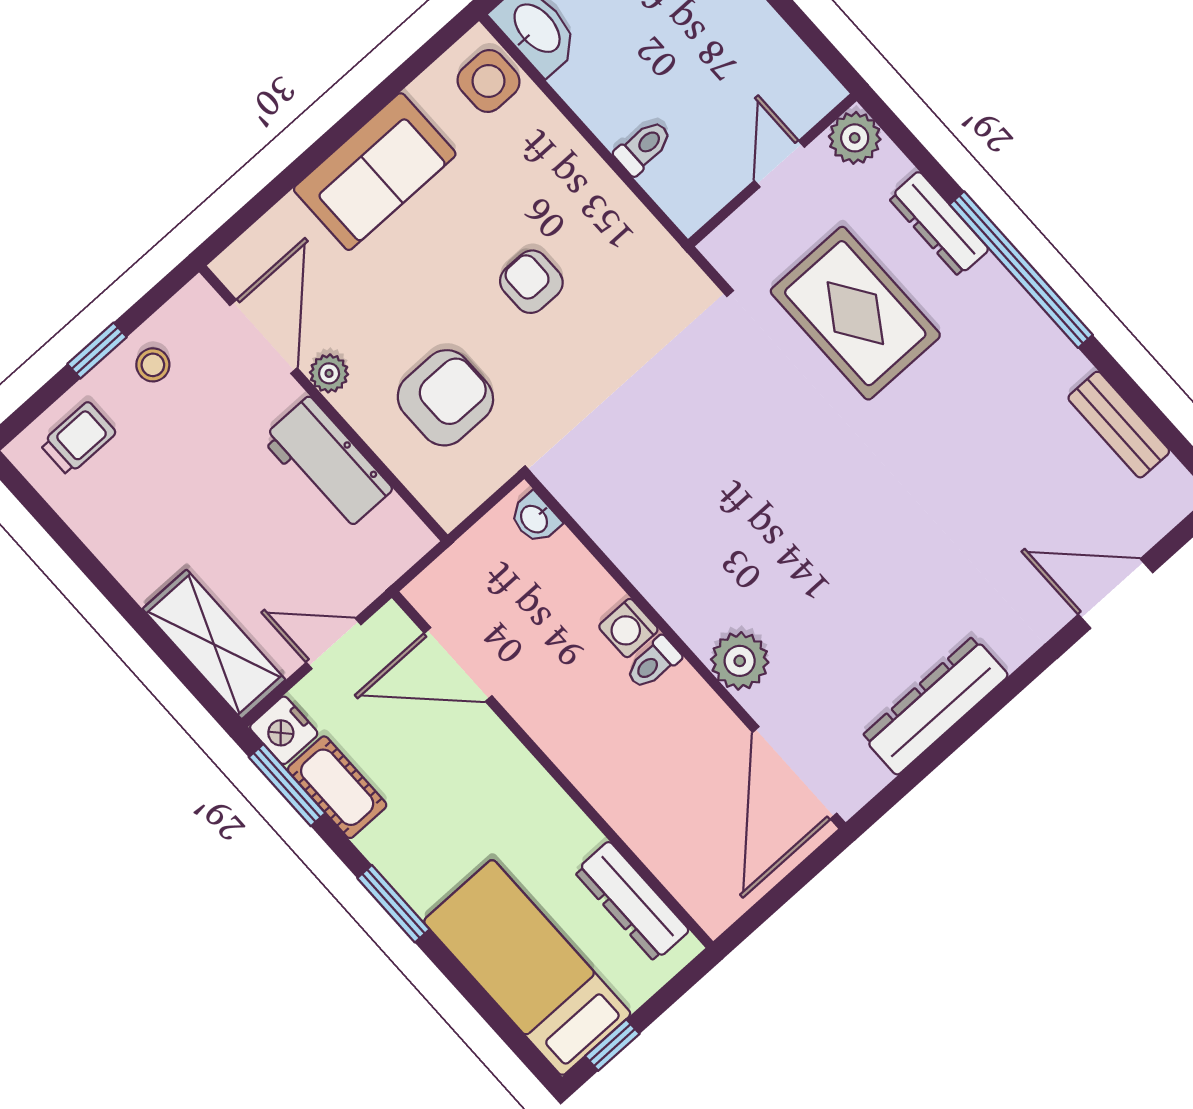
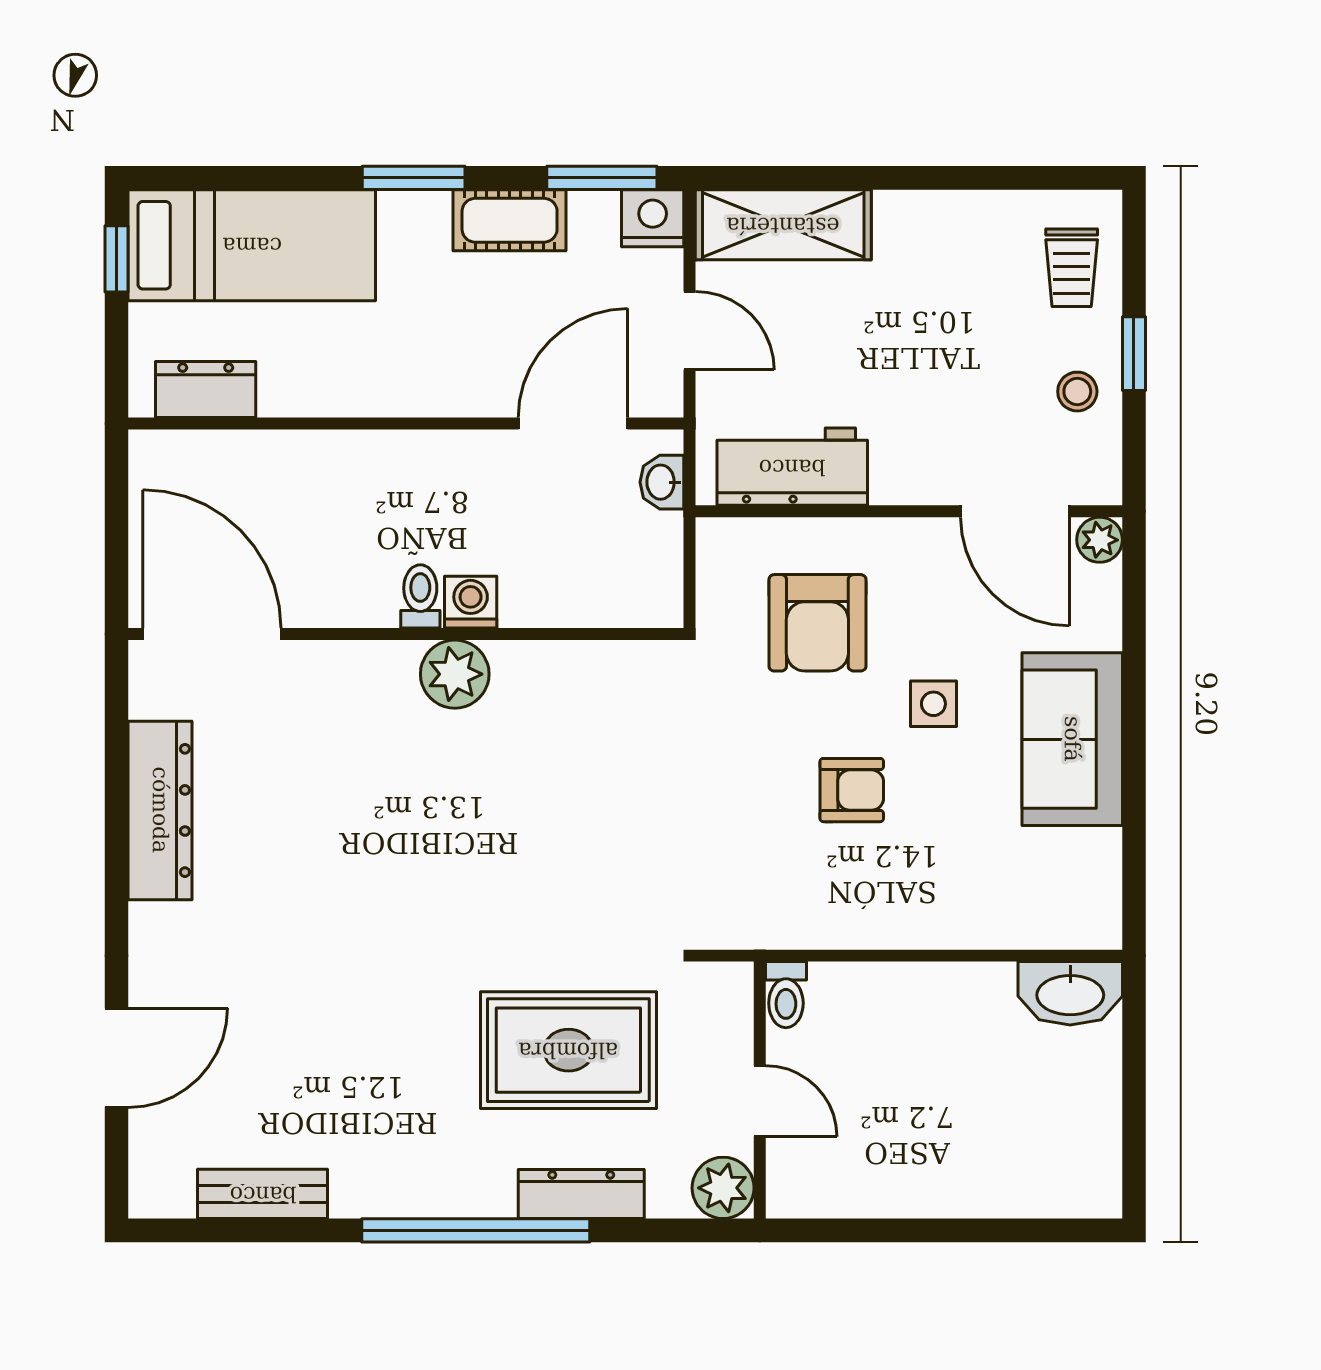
side table: (488, 81) -> (933, 704), moved, width x0.73, depth x0.73
toilet: (643, 147) -> (786, 995), moved
plant: (329, 373) -> (1100, 540), moved
workbench: (327, 464) -> (792, 467), moved
washbasin: (535, 518) -> (662, 482), moved, turned -90
door: (334, 643) -> (690, 331), hinge flipped
plant: (740, 661) -> (455, 674), moved
cot: (337, 787) -> (510, 220), moved
dresser: (632, 901) -> (206, 390), width x0.70

